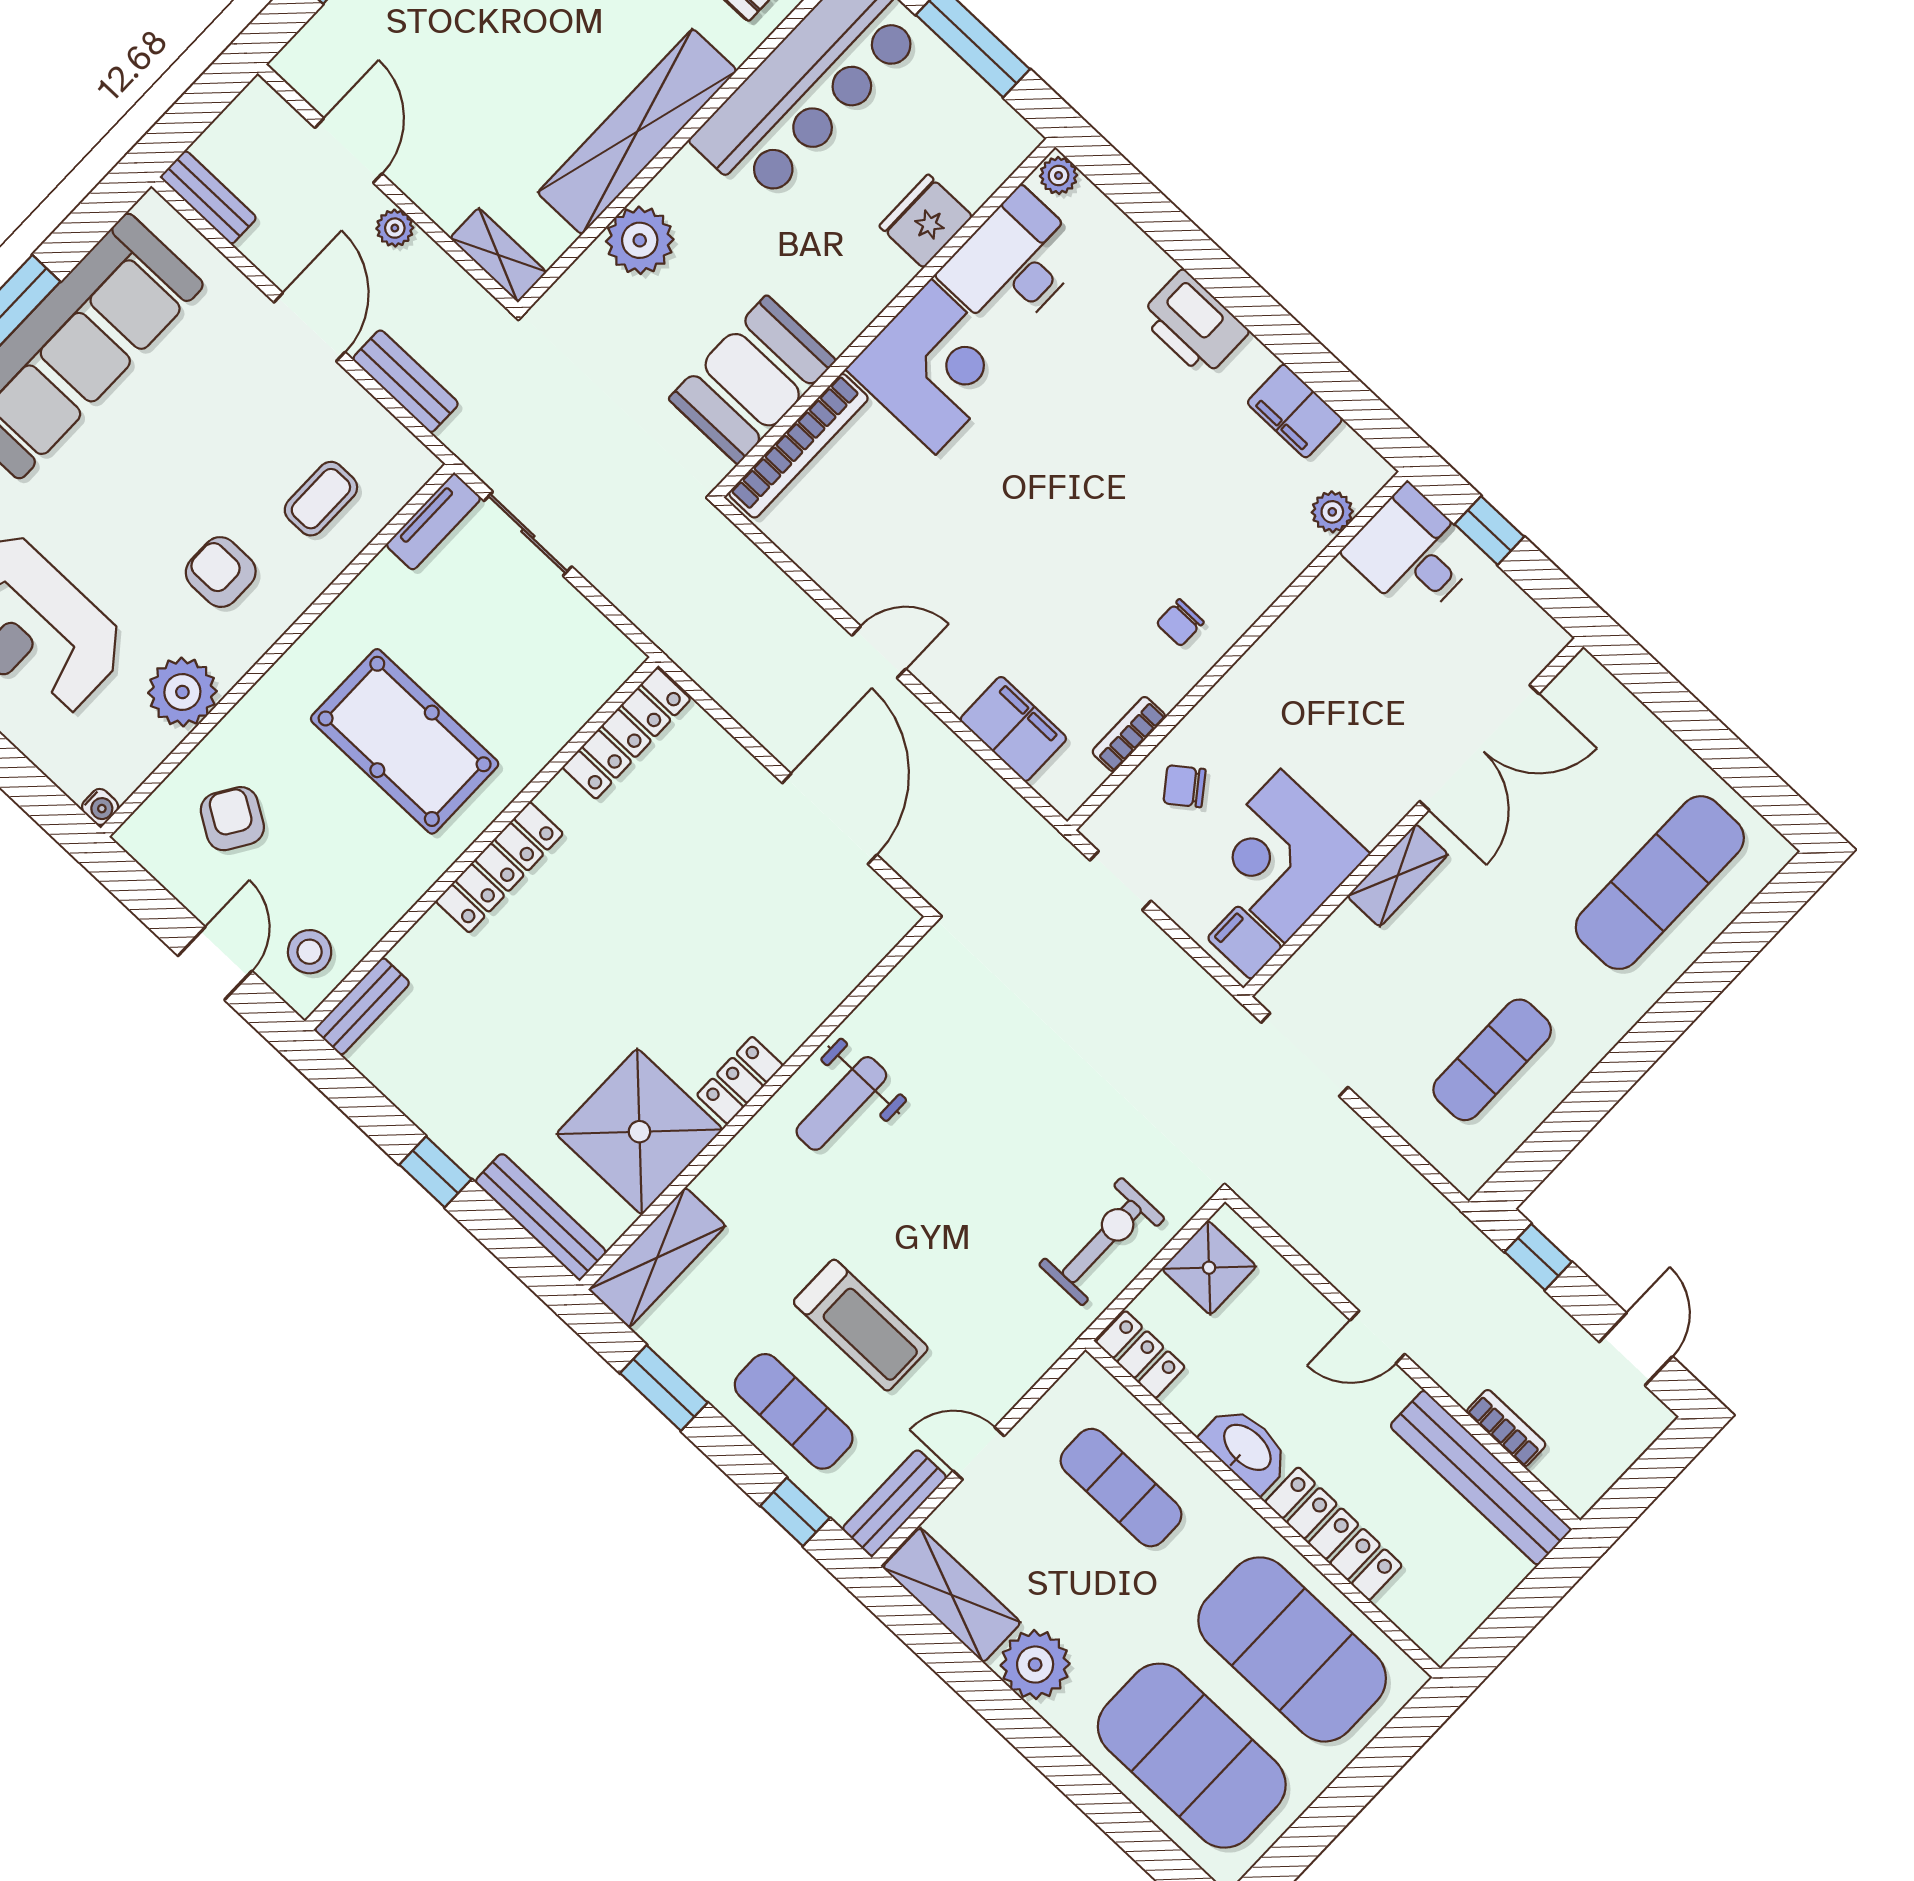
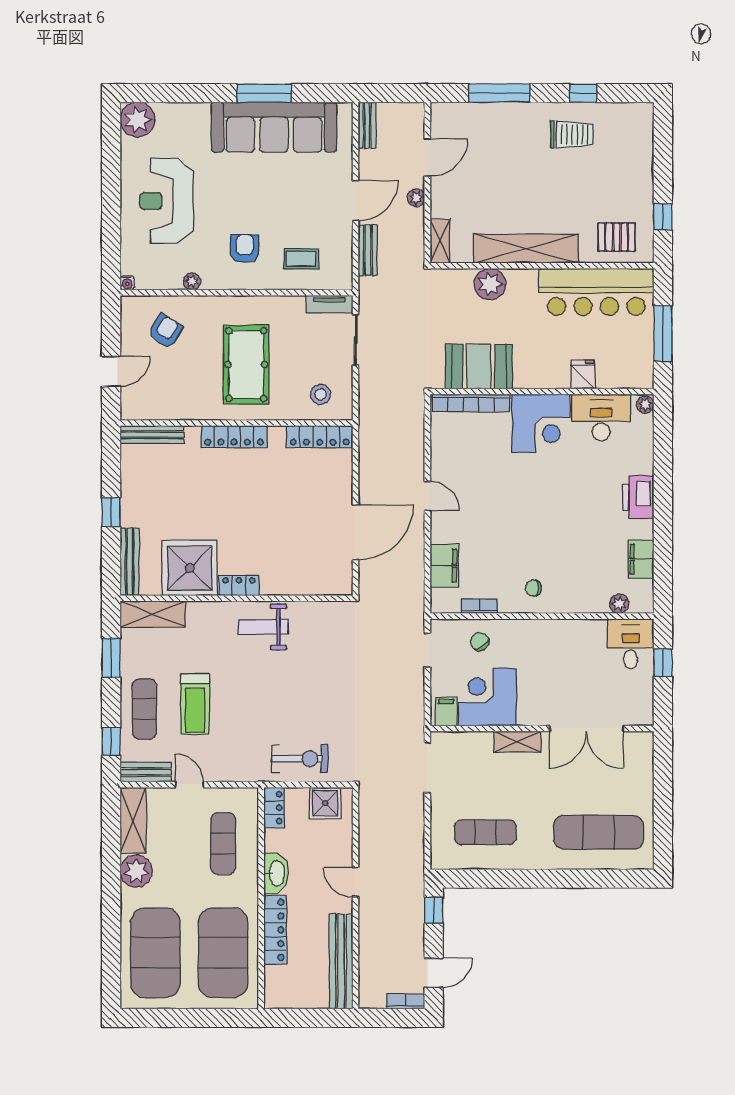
fridge: (926, 221) -> (583, 374), width x0.72
plant: (182, 692) -> (192, 281), width x0.53, depth x0.53
stool: (310, 952) -> (321, 394), moved
bench: (362, 1006) -> (152, 435), width x1.36
bookcase: (1506, 1428) -> (406, 1001), moved, turned -90

